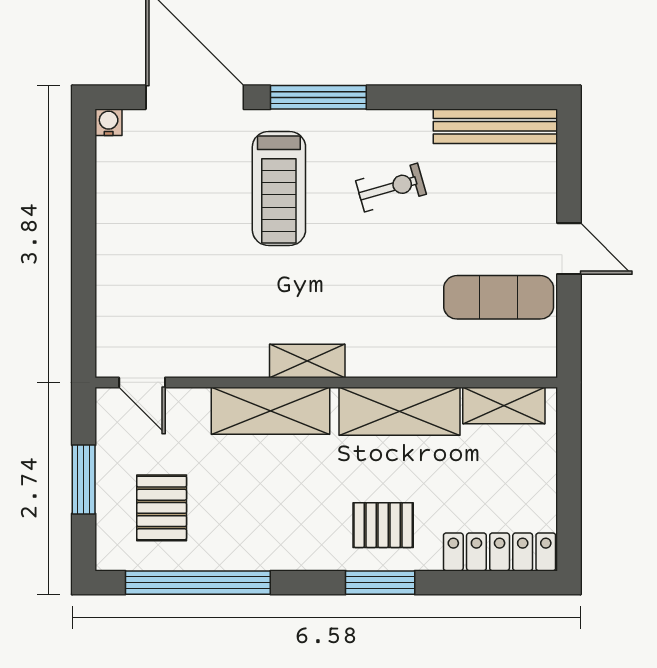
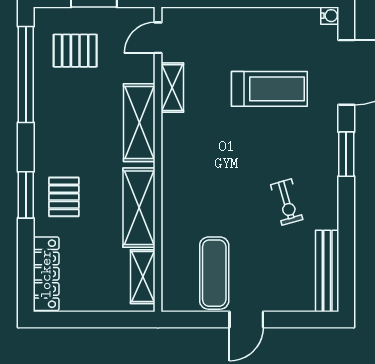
window: (318, 97) -> (346, 154), width x0.69
treadmill: (279, 188) -> (269, 89), moved, turned 180
shelving: (307, 361) -> (172, 88), moved

